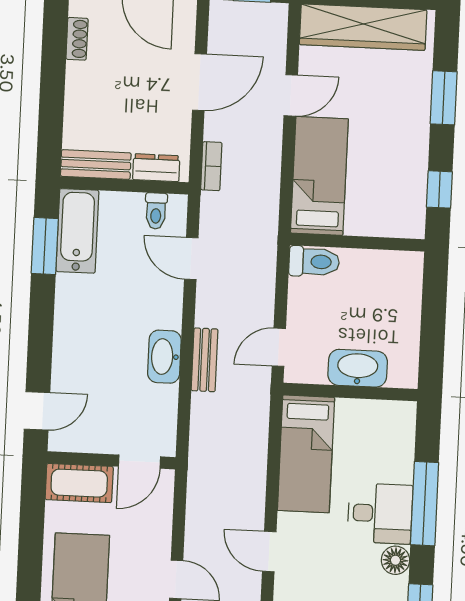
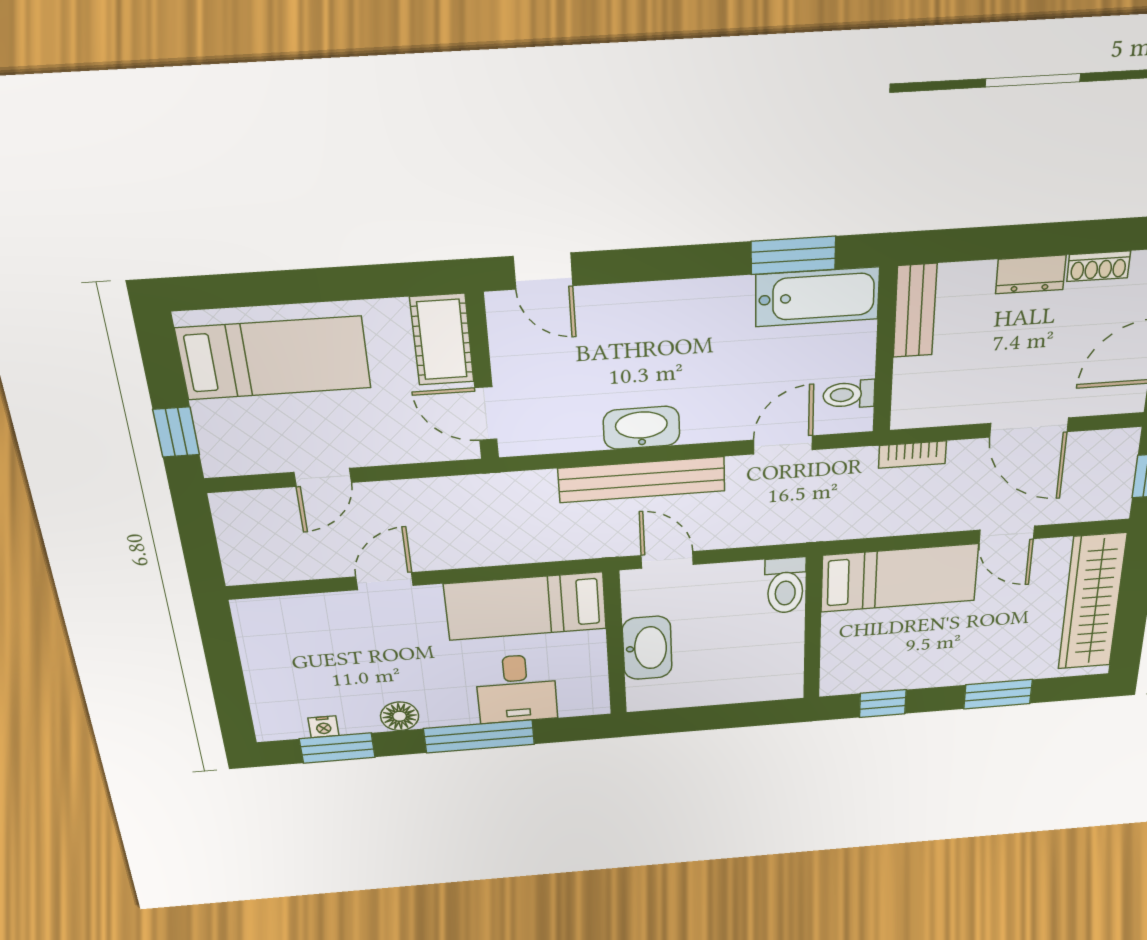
dresser: (156, 168) -> (1031, 274), moved, turned 90
bench: (205, 360) -> (642, 480), width x1.86, depth x1.21
desk: (380, 513) -> (516, 689), moved

